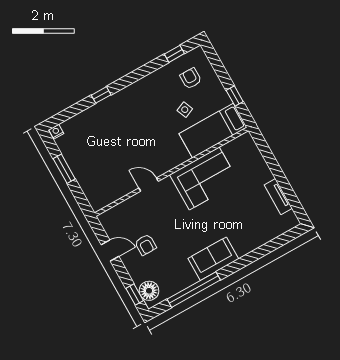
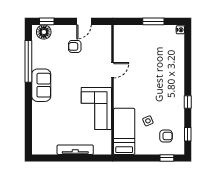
window: (101, 95) -> (188, 102), moved
window: (235, 96) -> (167, 158), moved
tv unit: (278, 197) -> (75, 150), moved, width x1.41

